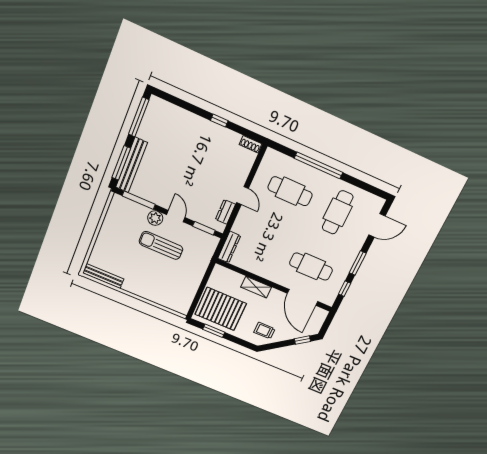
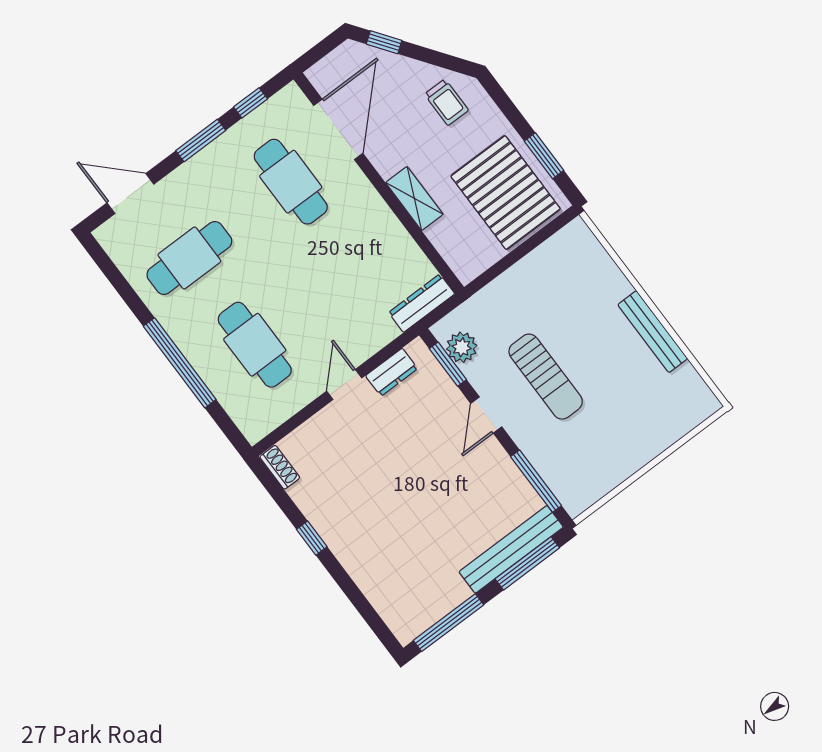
plant: (155, 218) -> (462, 347), moved
bench: (103, 276) -> (653, 332), moved

